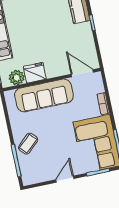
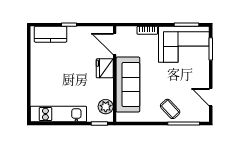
fridge: (35, 73) -> (105, 68), moved
door: (82, 73) -> (115, 44), hinge flipped
door: (65, 179) -> (211, 97), moved

